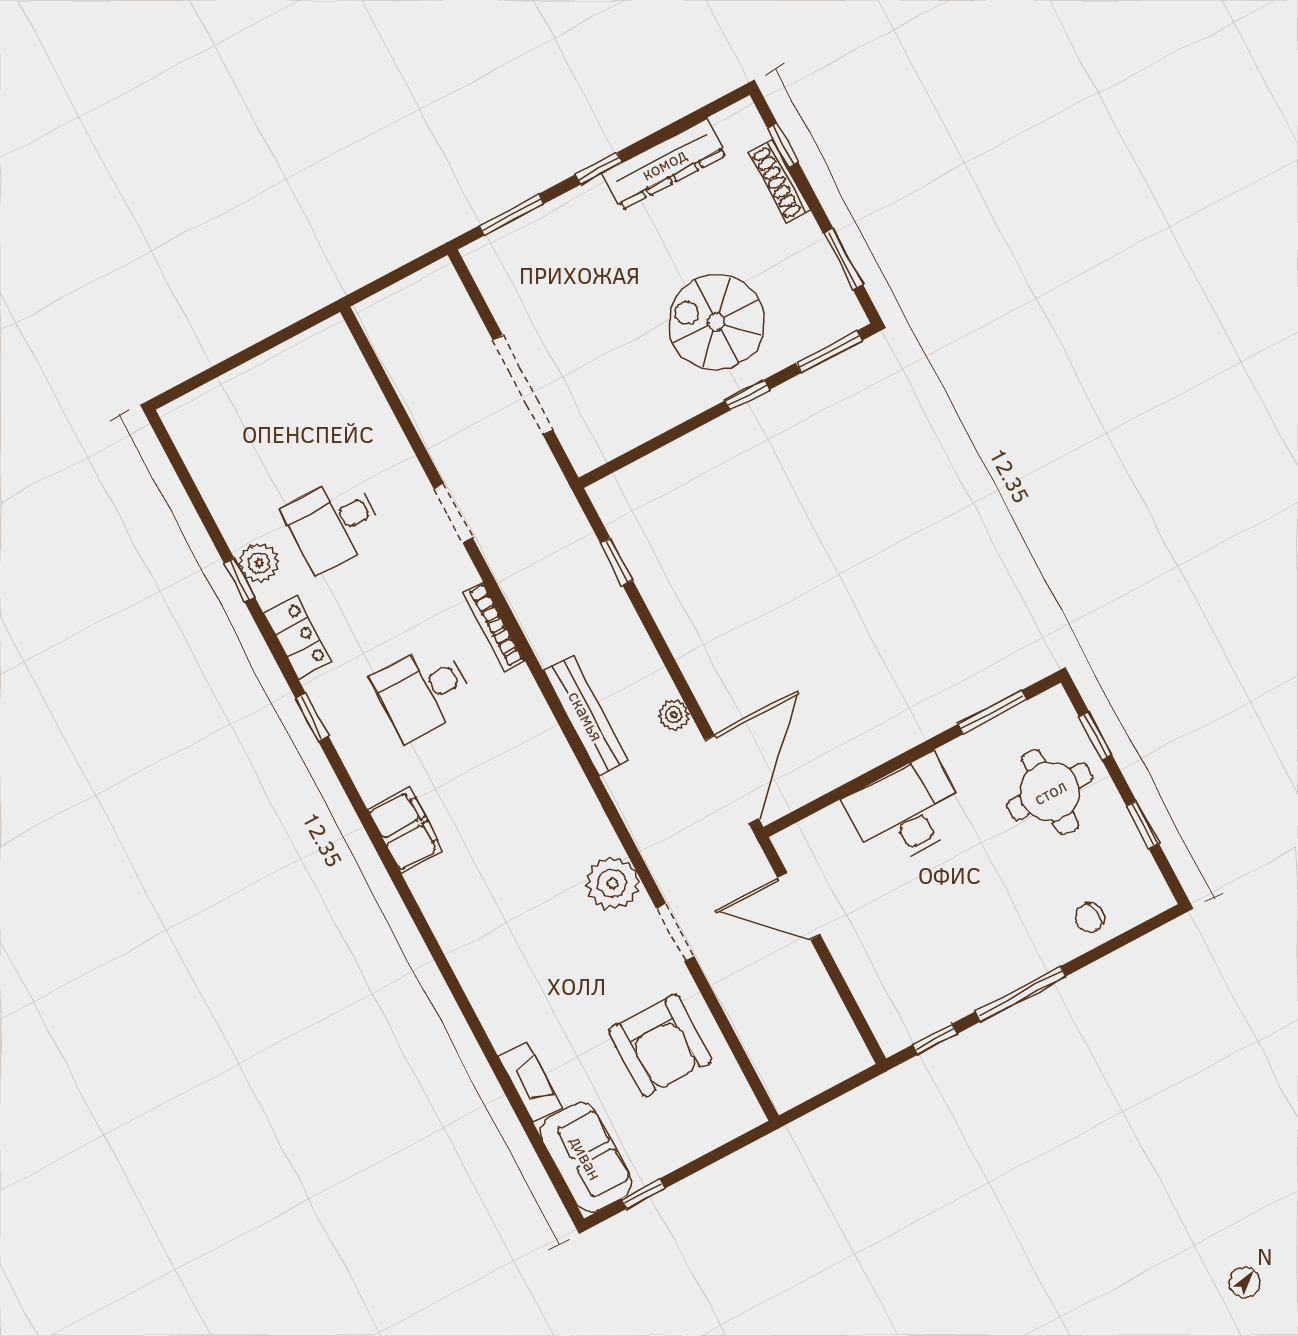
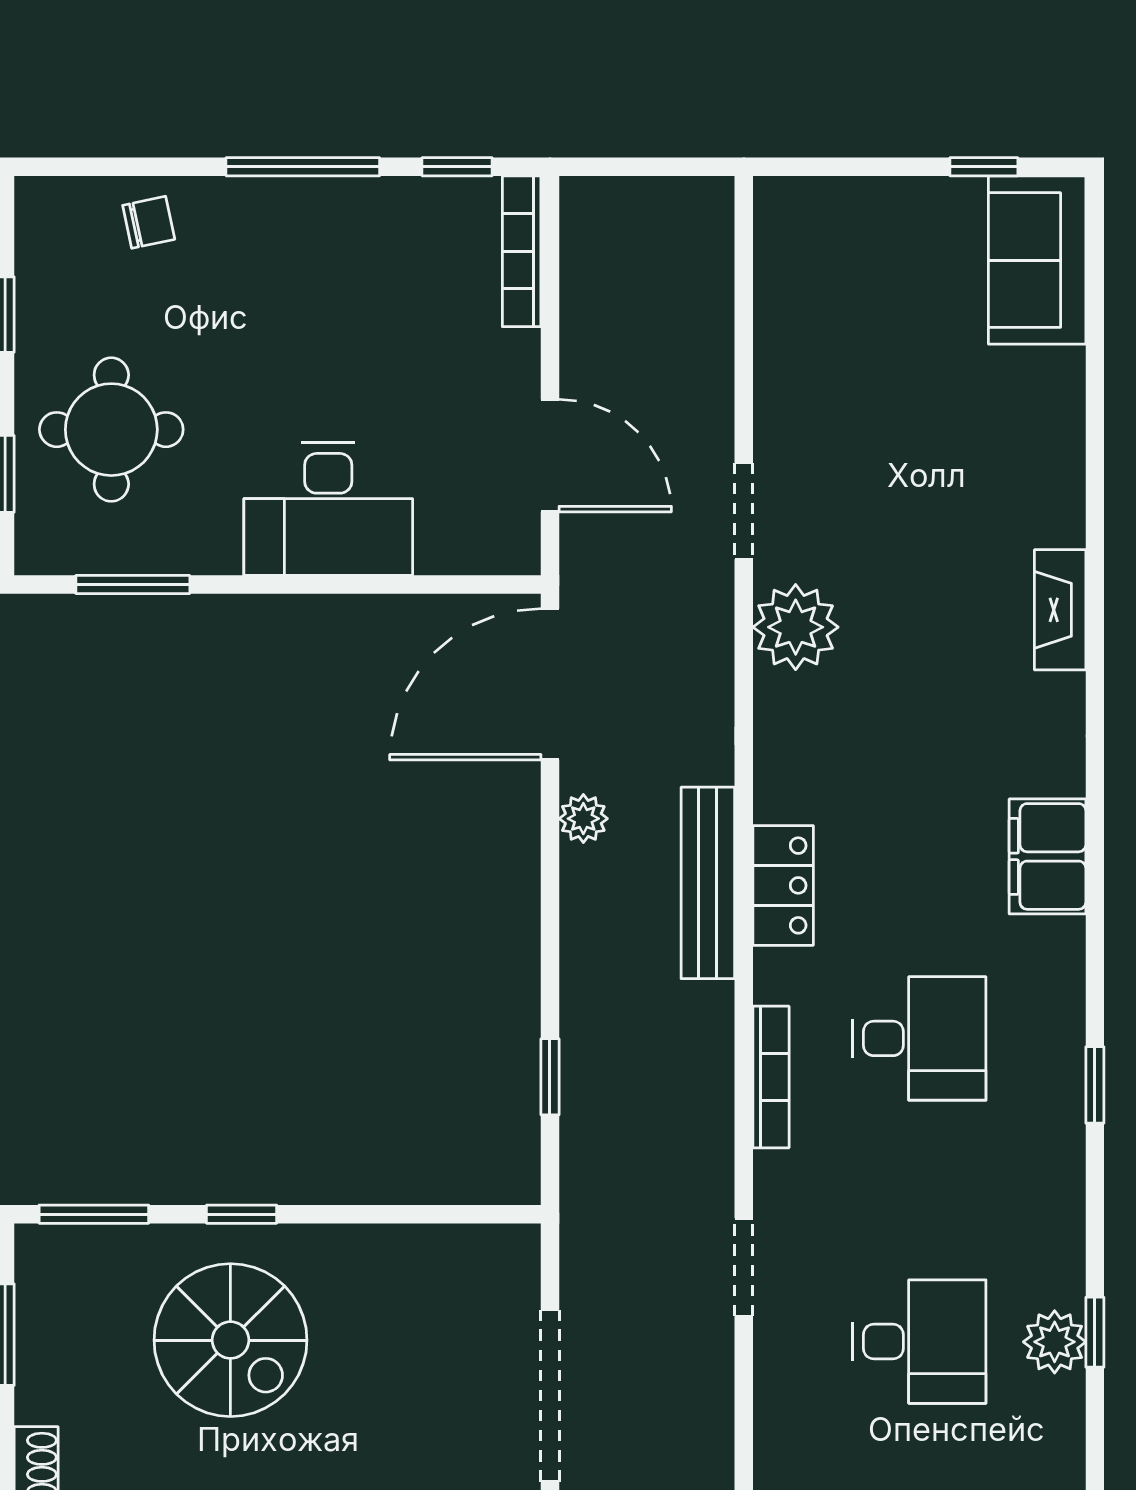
locker: (298, 637) -> (783, 885), moved, turned 180
bookcase: (875, 1011) -> (522, 251), added
armchair: (660, 1045) -> (849, 363), removed
fireplace: (530, 1082) -> (1060, 610), moved

